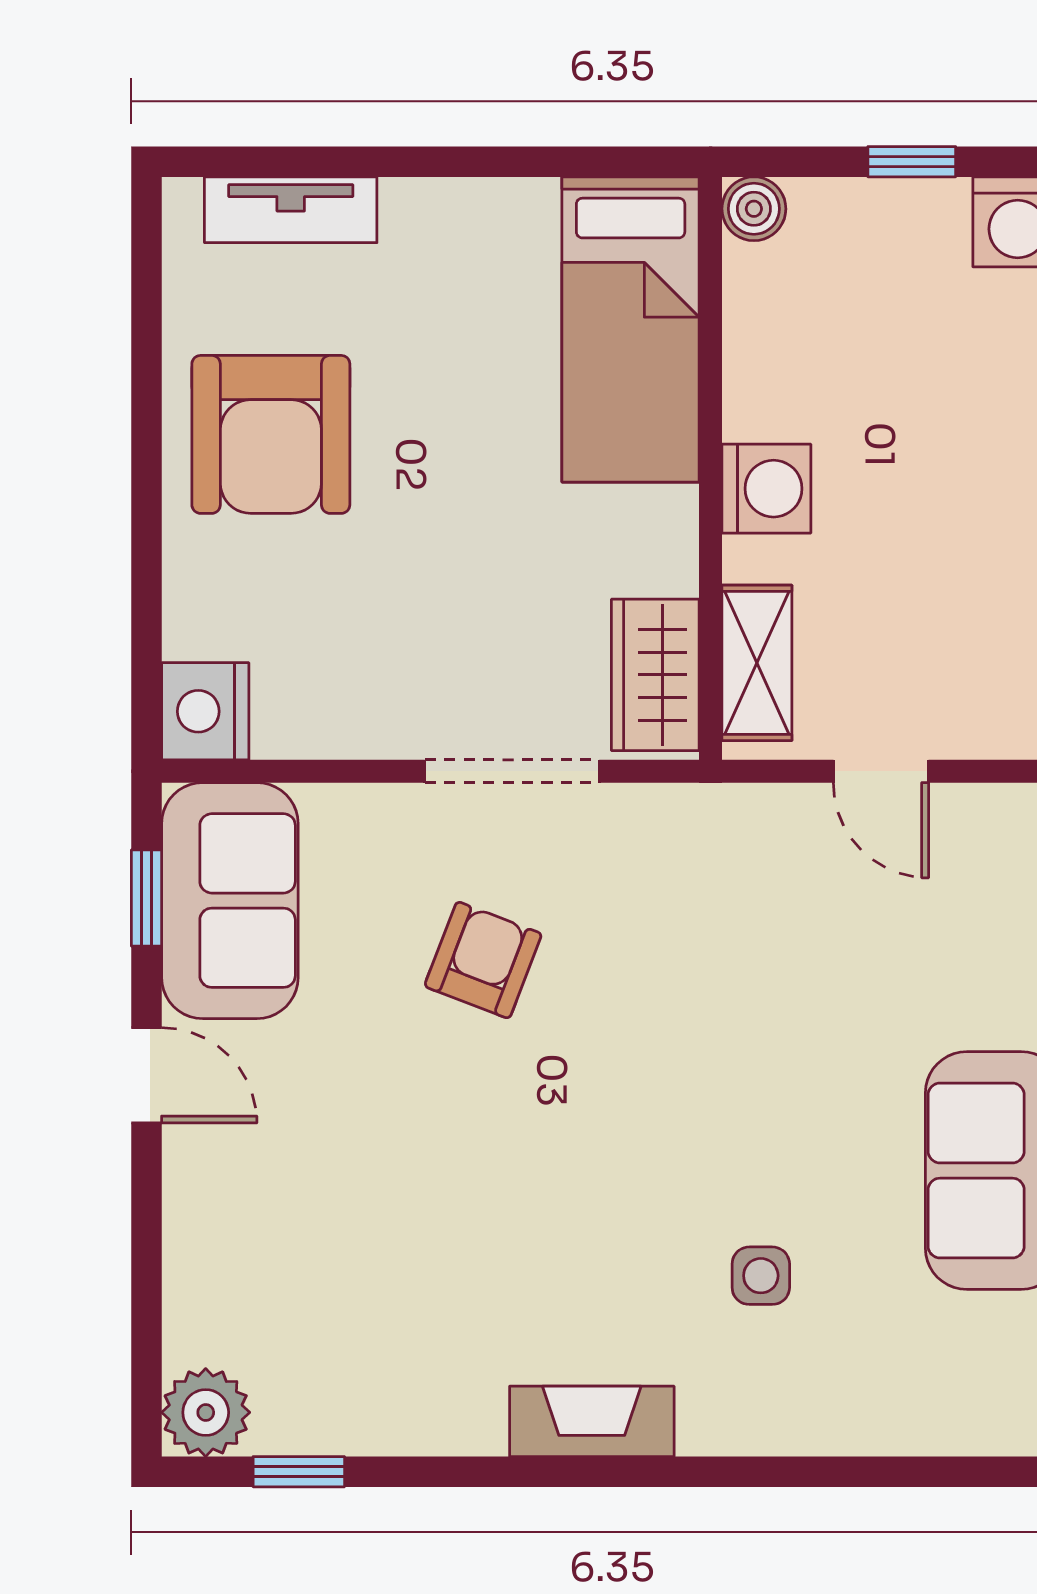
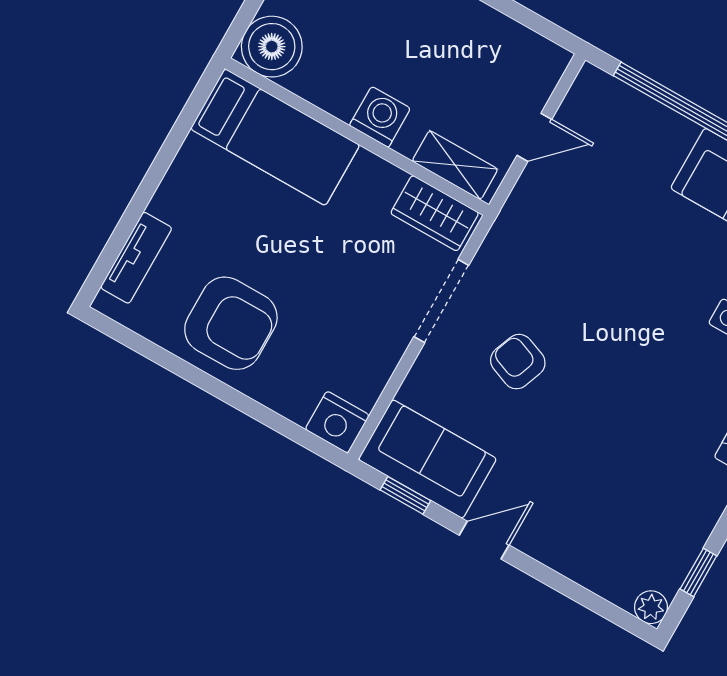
boiler: (754, 209) -> (272, 47), width x1.86, depth x1.86
plant: (206, 1412) -> (651, 607), width x0.73, depth x0.73

